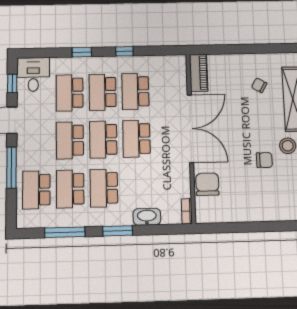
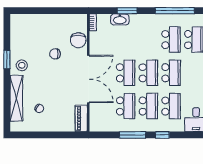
window: (124, 51) -> (133, 135), width x2.17
double door: (190, 129) -> (88, 79), swing flipped
chair: (264, 160) -> (55, 54), moved
school desk: (104, 188) -> (148, 40), removed
window: (118, 231) -> (127, 11), moved
window: (65, 232) -> (175, 11), width x1.46

